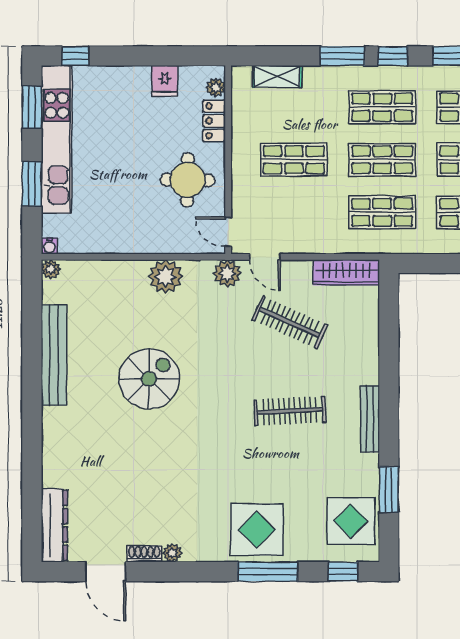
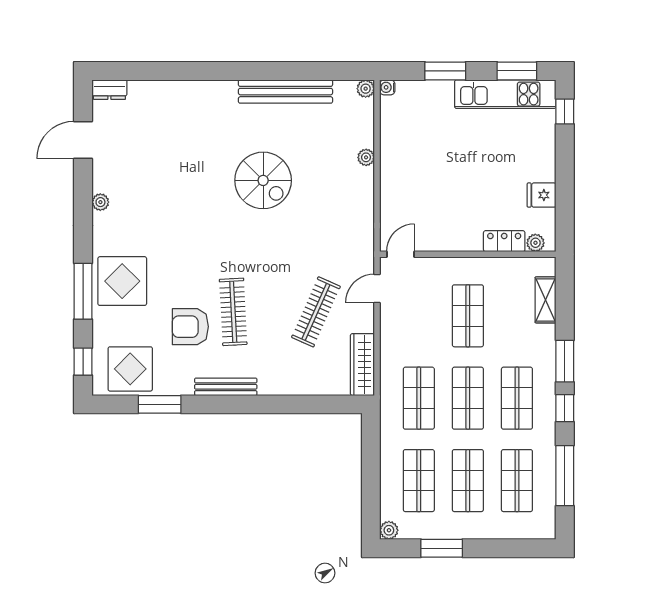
kitchen unit: (57, 139) -> (505, 94), width x0.73
round table: (188, 180) -> (449, 216), removed
plant: (227, 273) -> (362, 253), removed
plant: (166, 277) -> (366, 157), moved, width x0.53, depth x0.53
armchair: (306, 457) -> (190, 327), added
dresser: (54, 525) -> (109, 90), width x0.51, depth x0.80
shoe rack: (144, 554) -> (100, 176), removed

